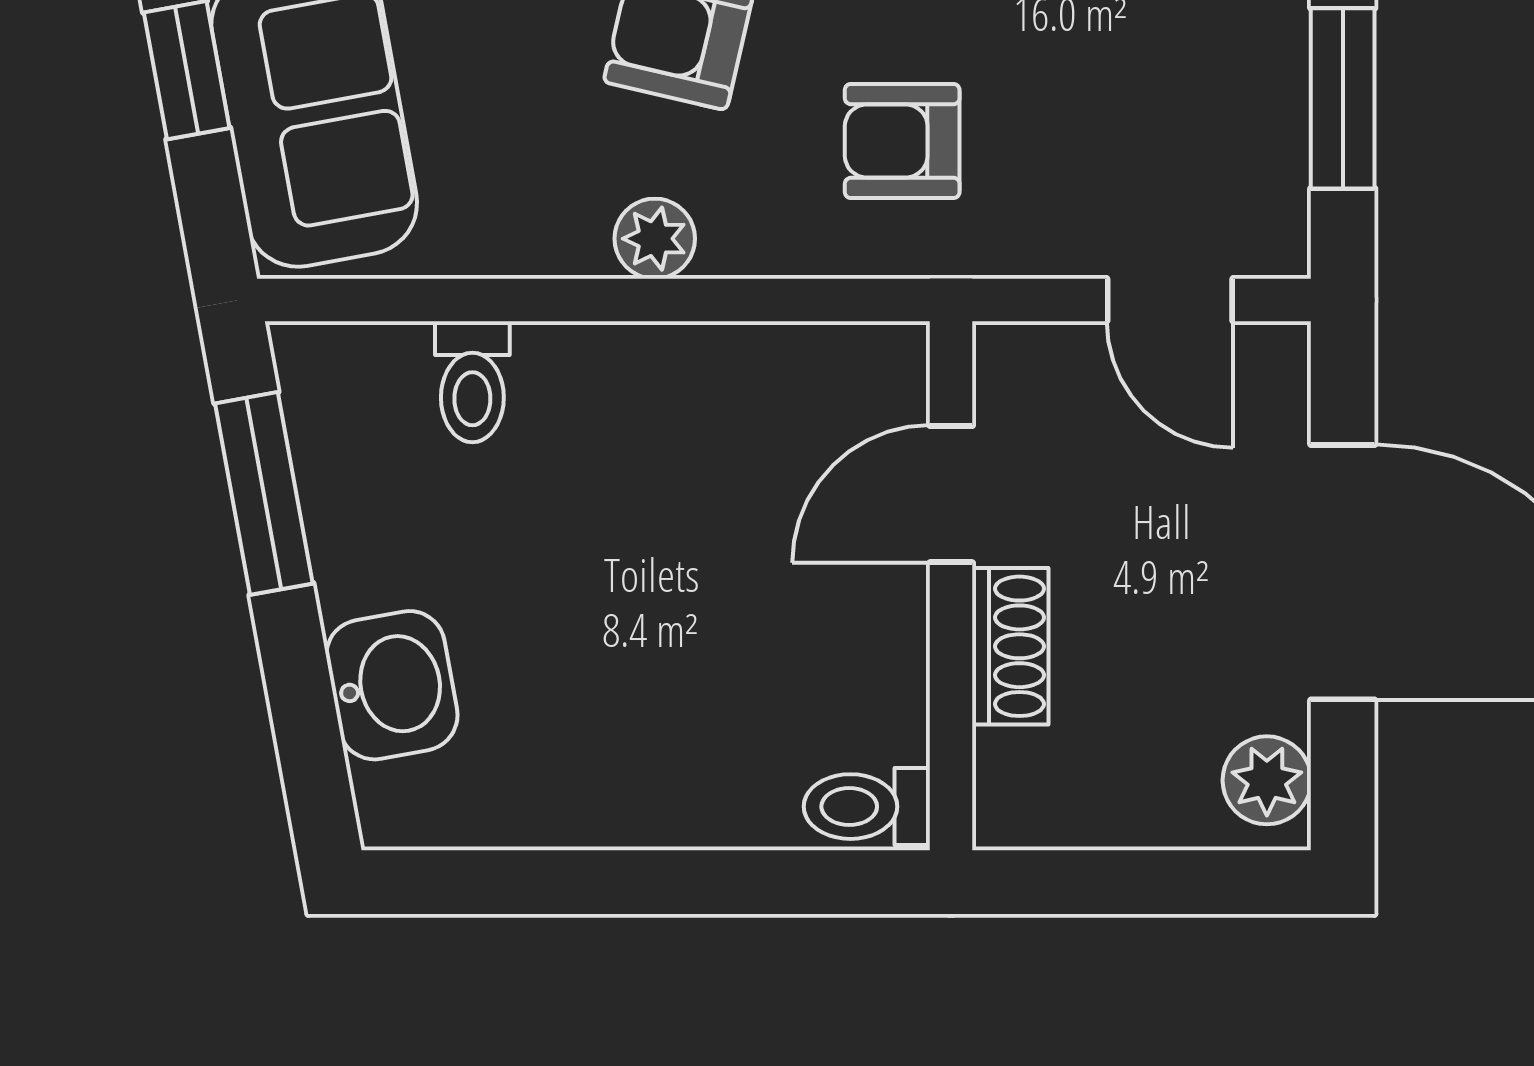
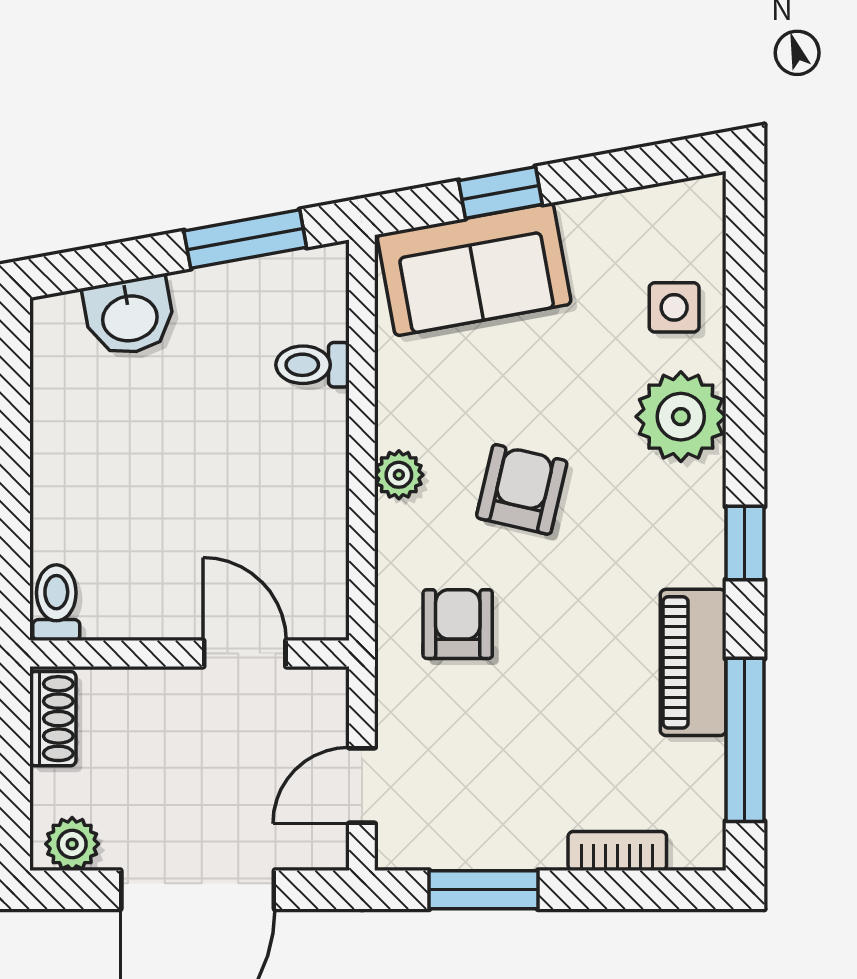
shoe rack: (1010, 646) -> (53, 719), moved, turned -90

